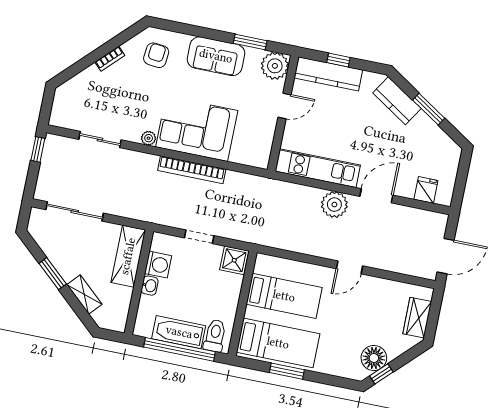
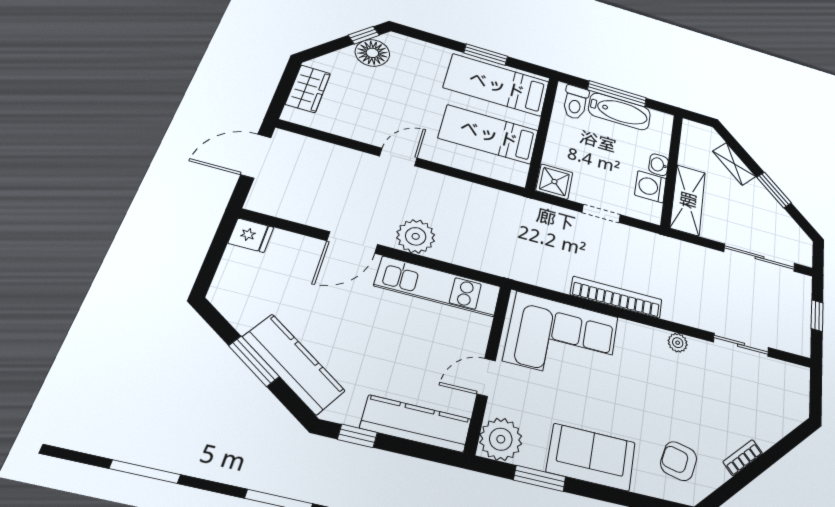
armchair: (156, 55) -> (679, 461), turned 96
window: (338, 60) -> (357, 436), moved
kitchen counter: (397, 101) -> (294, 364), width x1.50
corner sofa: (197, 129) -> (562, 339), moved
window: (38, 149) -> (817, 316), moved
fridge: (426, 190) -> (251, 235), moved, turned -90
window: (180, 349) -> (617, 94), width x0.68

